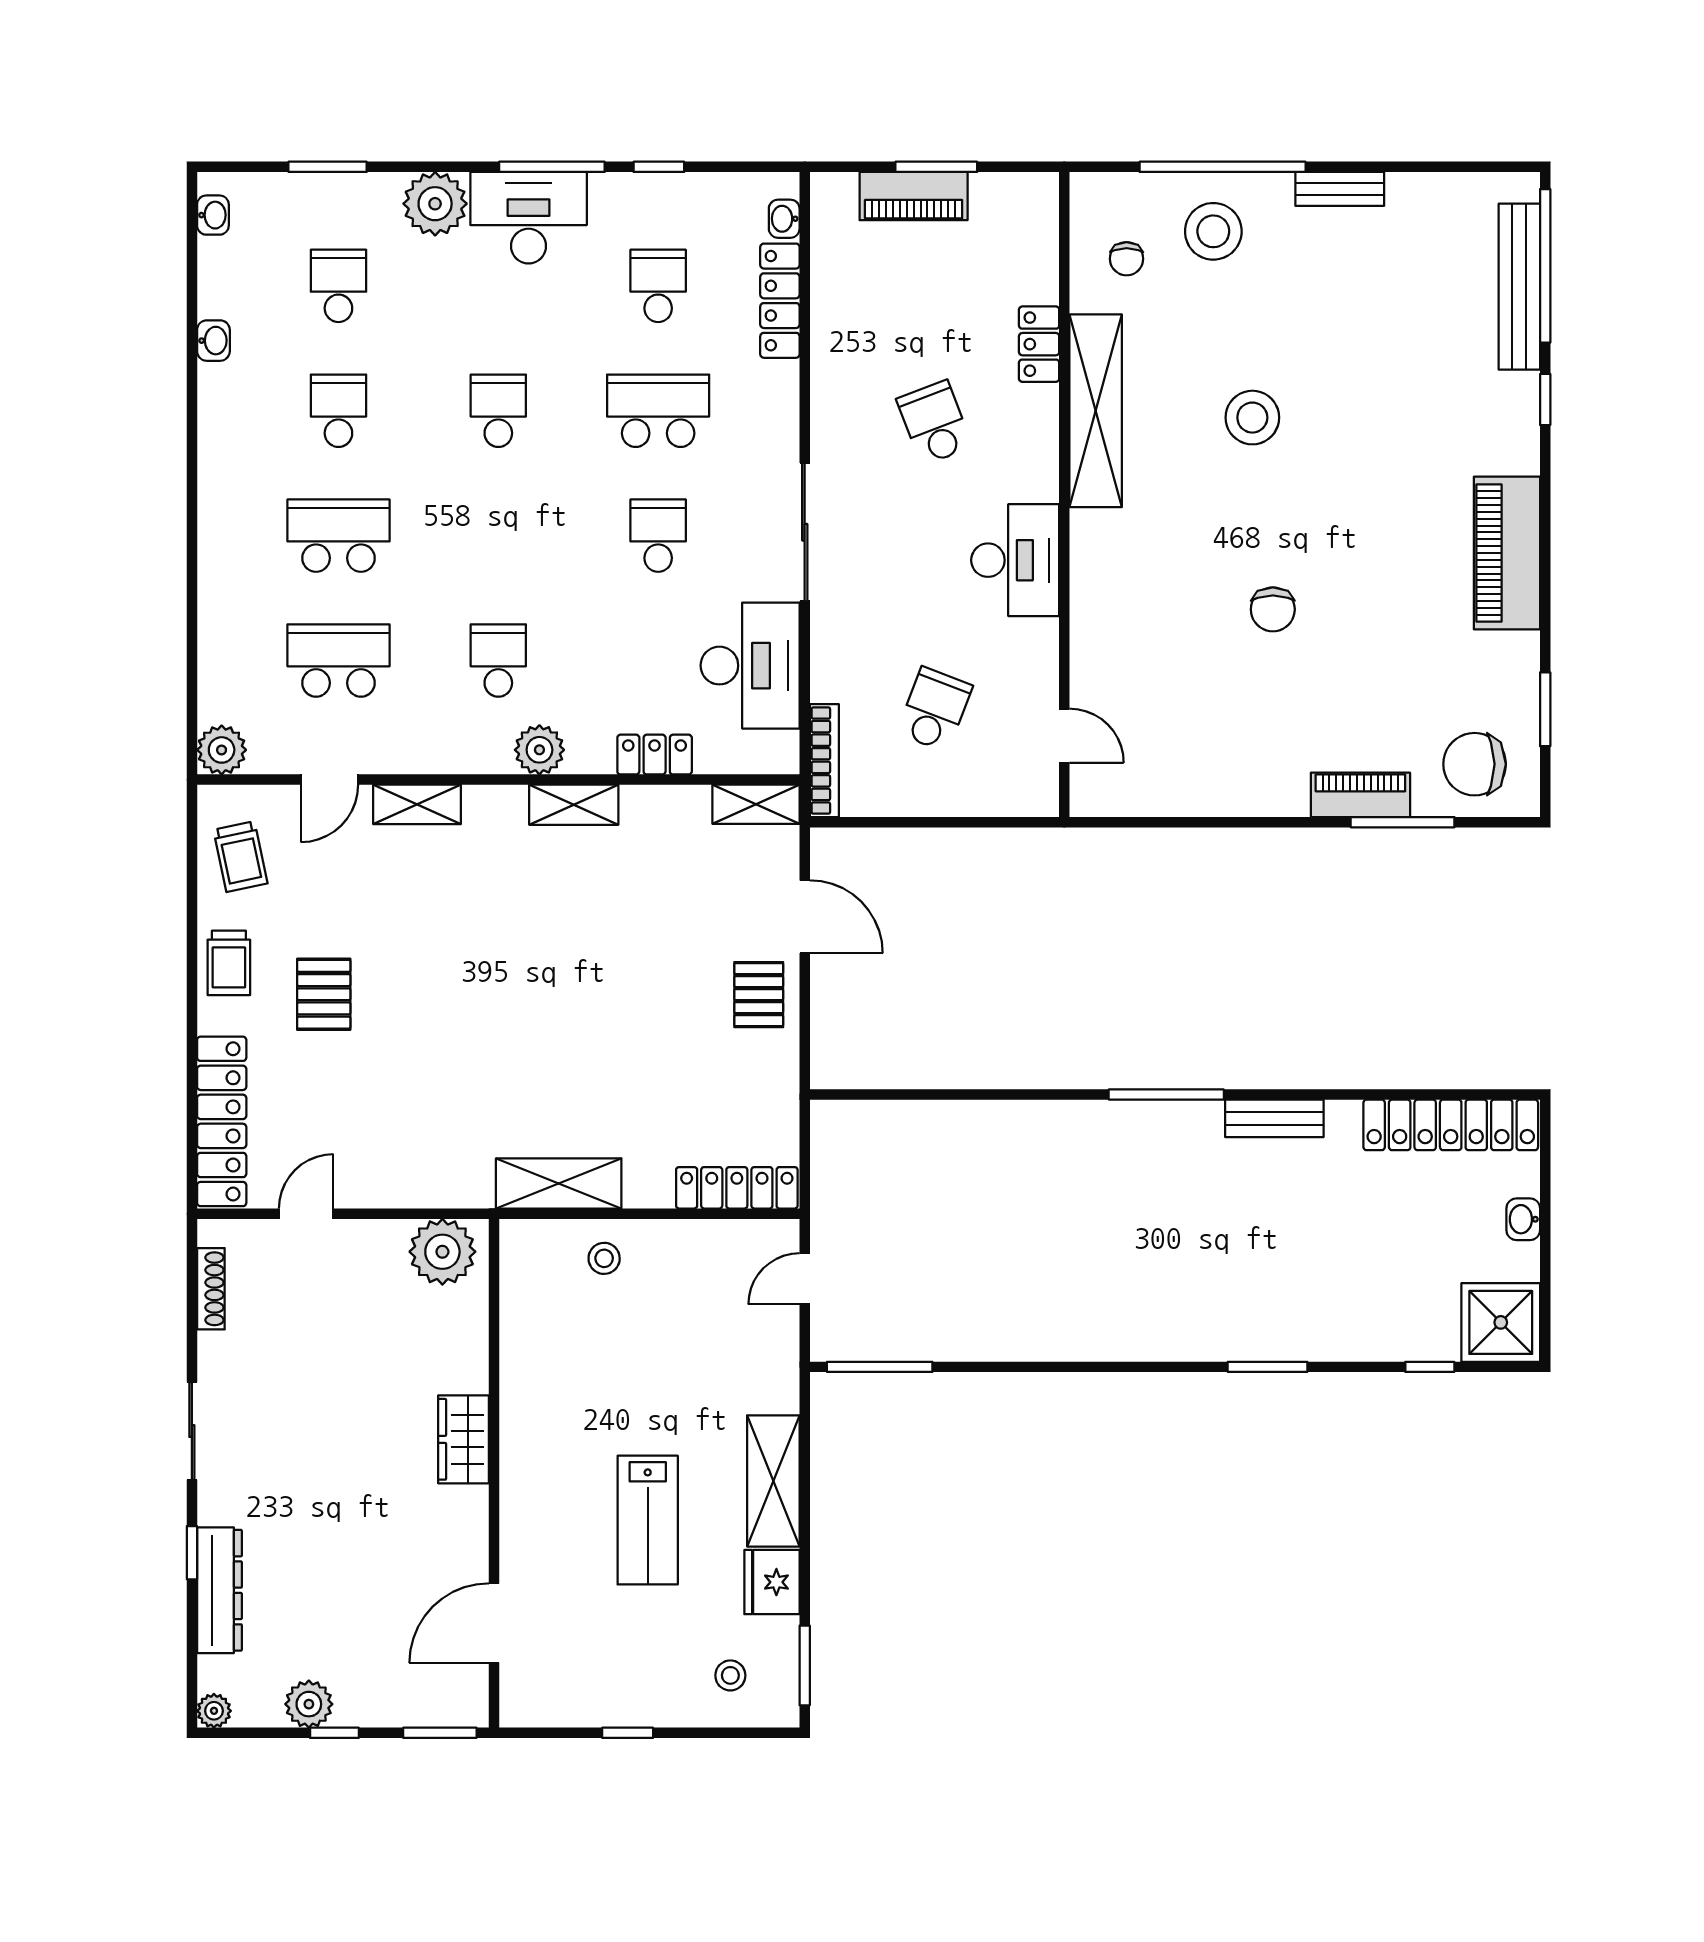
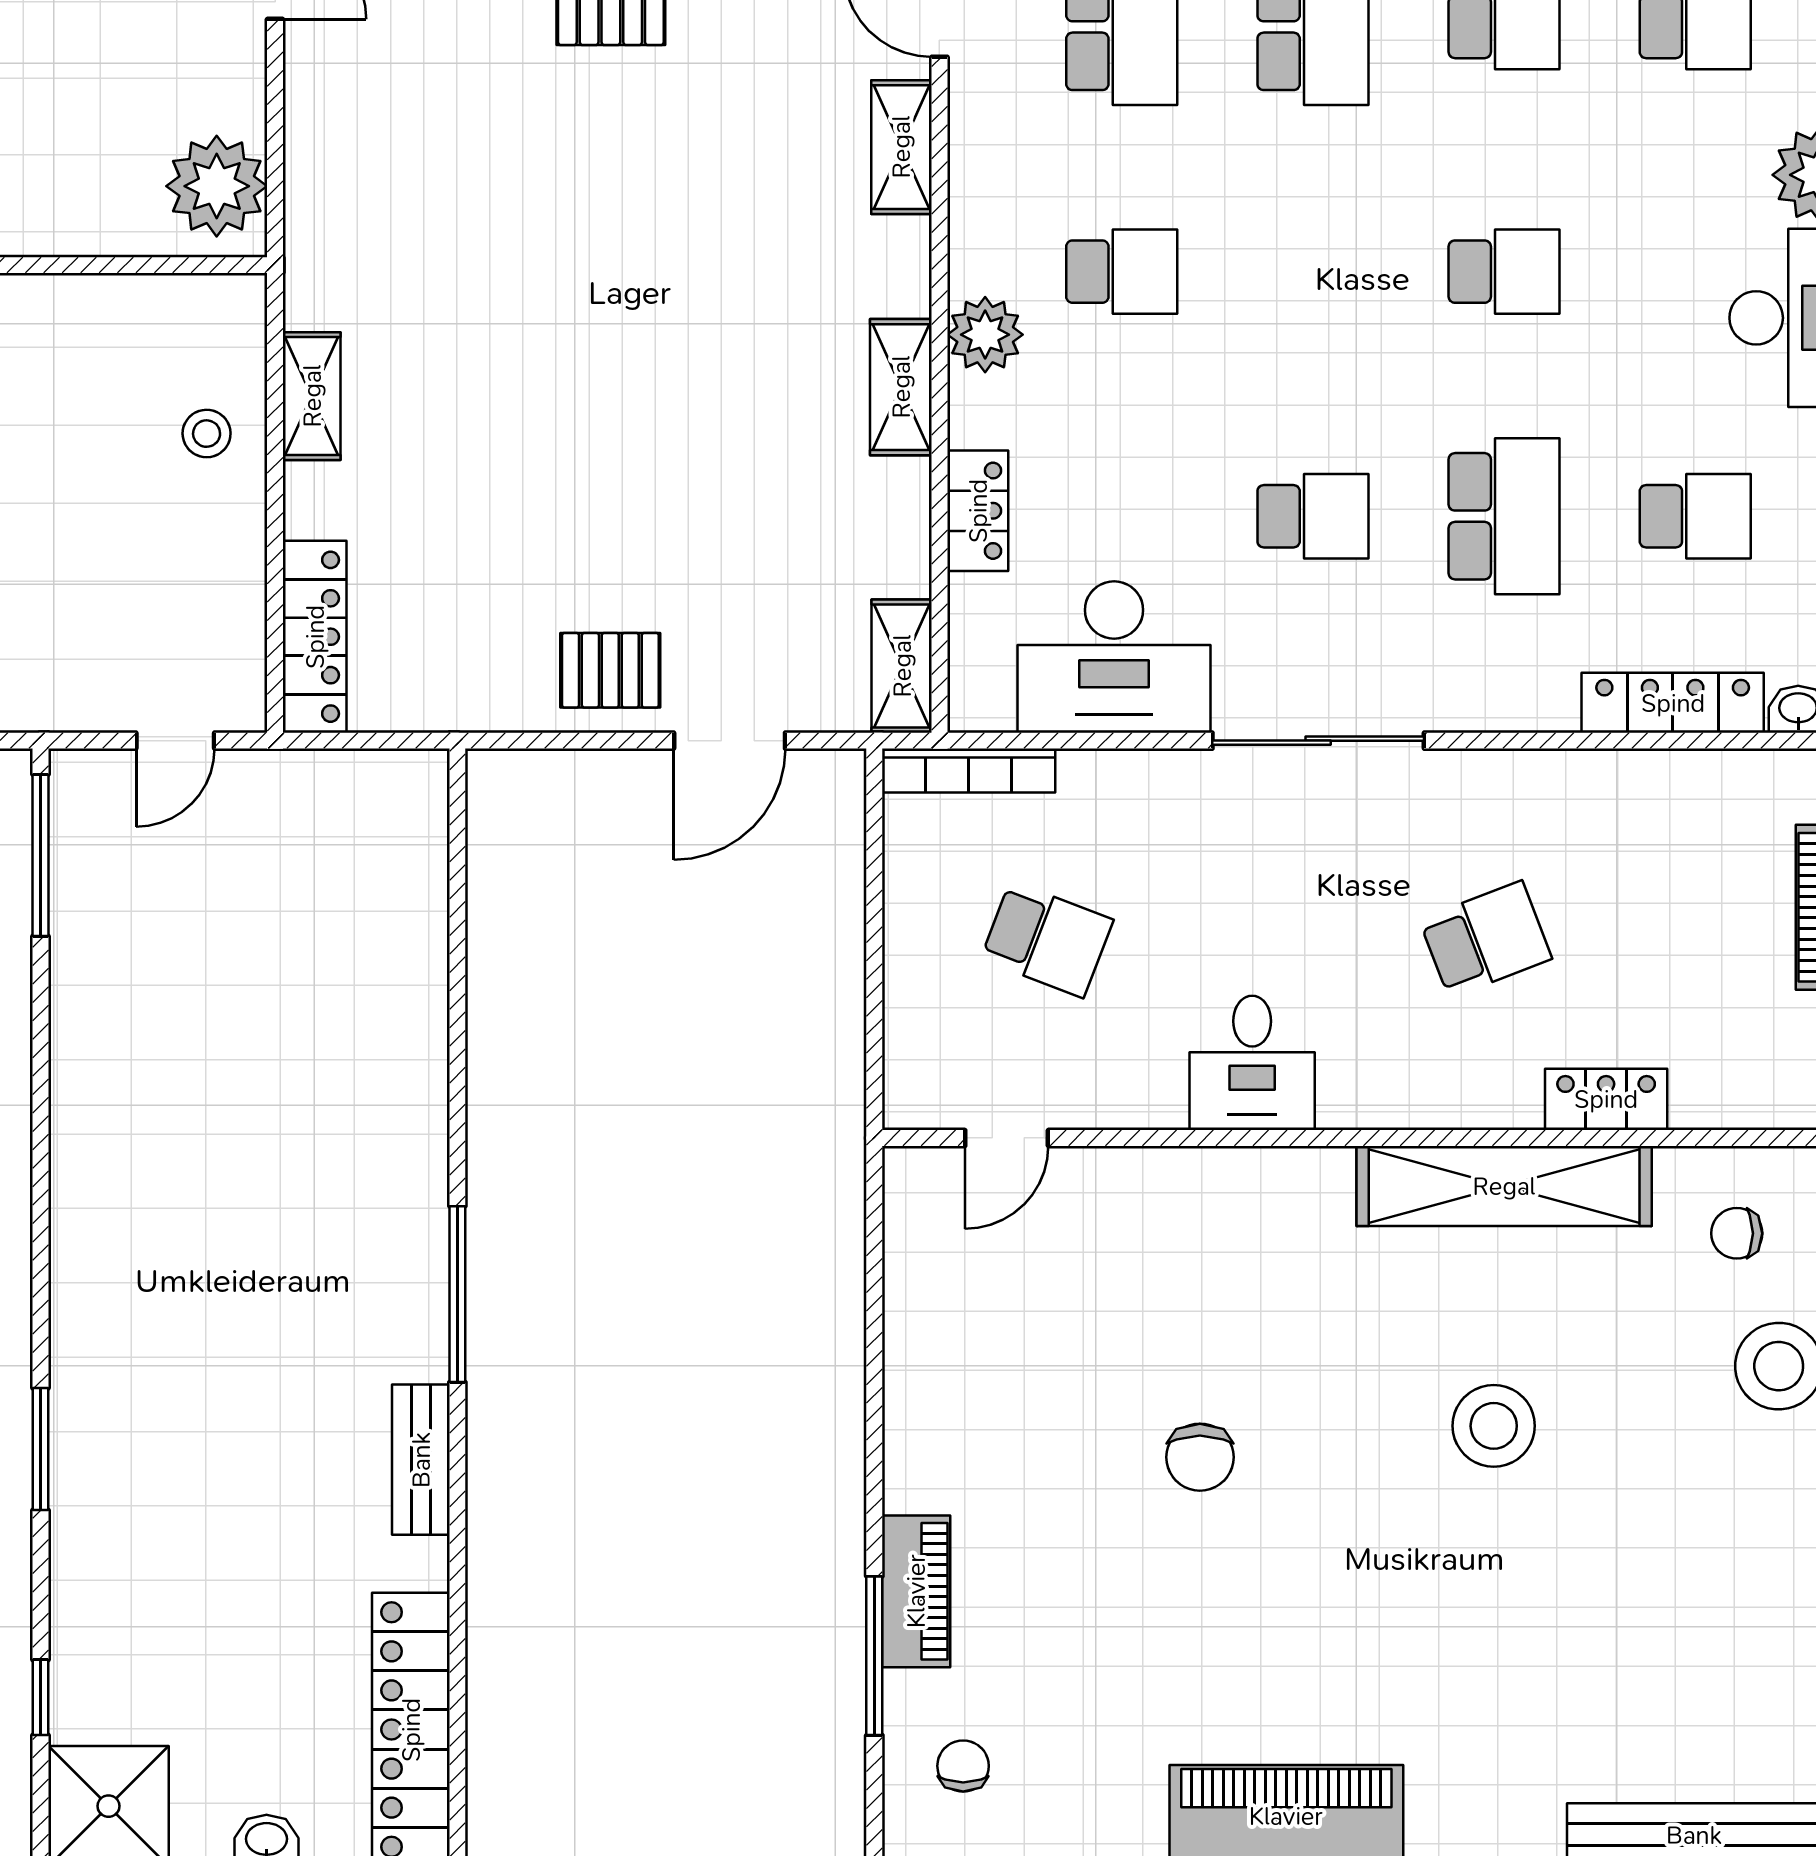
desk: (1015, 560) -> (1252, 1063), width x0.73
chair: (1273, 609) -> (1200, 1457), turned -90
chair: (1475, 764) -> (963, 1766), width x0.54, depth x0.54
shelving: (559, 1183) -> (312, 396), width x0.67, depth x0.75
door: (805, 1279) -> (175, 741), swing flipped

